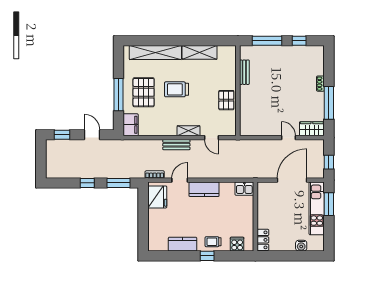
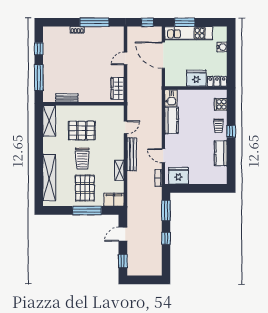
shelving: (200, 52) -> (49, 121), moved
pallet: (144, 92) -> (85, 188), turned 90
pallet: (226, 100) -> (82, 131), moved, width x1.50, depth x1.42
wardrobe: (312, 129) -> (118, 88), moved
shelving: (189, 131) -> (119, 170), moved
bench: (176, 145) -> (132, 154), width x1.36
kitchen counter: (204, 189) -> (172, 120), moved
fridge: (266, 217) -> (196, 78), added

